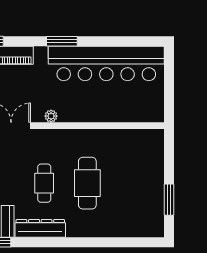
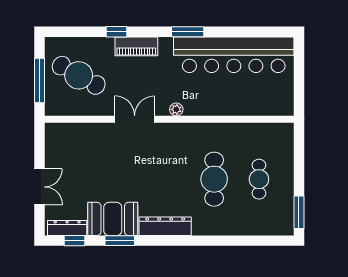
cafe table: (44, 183) -> (259, 179), moved
window: (169, 200) -> (299, 212), moved

